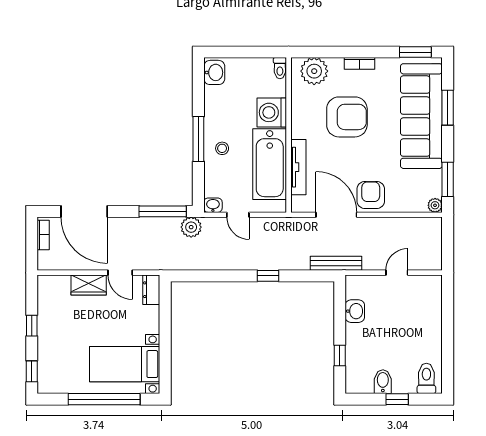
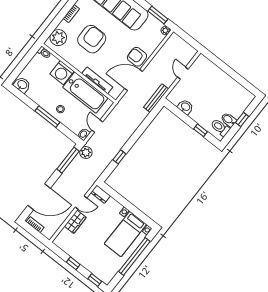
door: (238, 215) -> (97, 126), swing flipped
window: (268, 276) -> (119, 157), moved
toilet: (426, 378) -> (220, 127), moved

